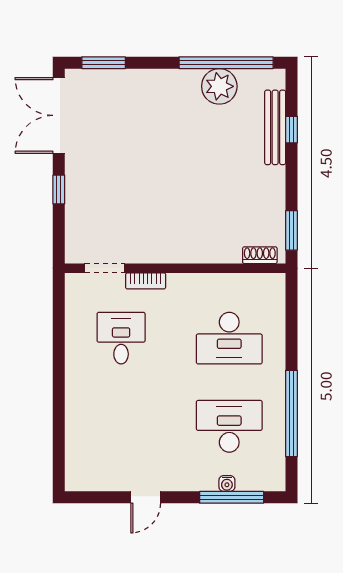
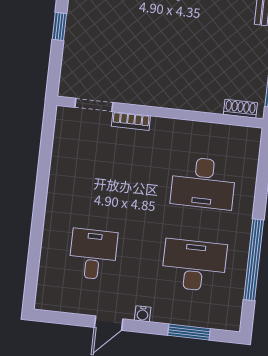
desk: (121, 338) -> (93, 254), moved
water cooler: (227, 484) -> (143, 314), moved
window: (232, 497) -> (189, 332), width x0.69

